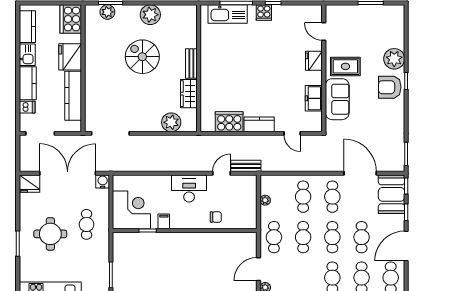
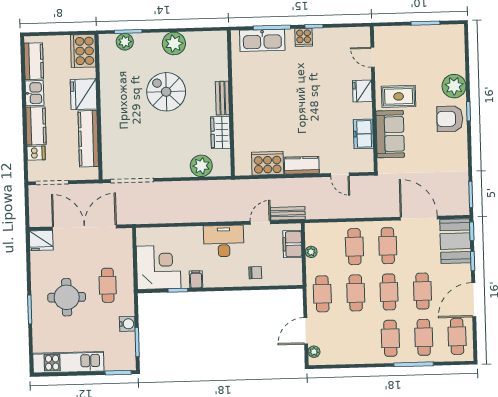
water cooler: (103, 182) -> (127, 324), moved, turned 90
filing cabinet: (249, 193) -> (292, 244), added

